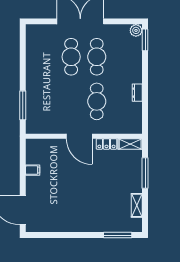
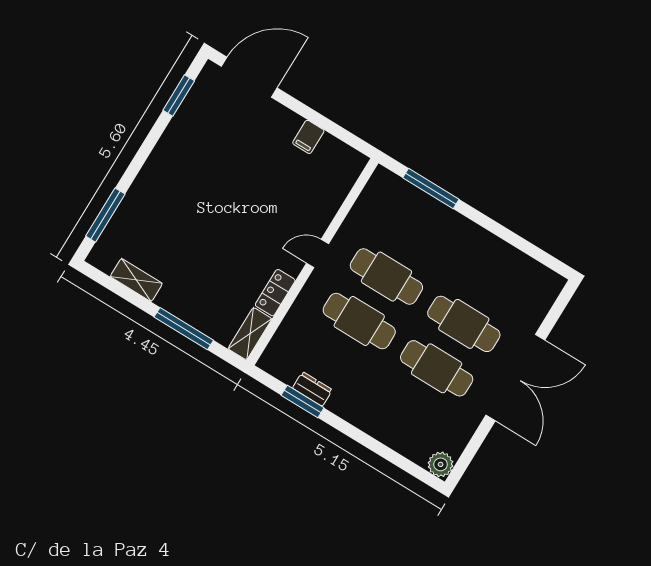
window: (145, 40) -> (303, 401), moved
dresser: (137, 93) -> (312, 389), moved
cafe table: (71, 101) -> (386, 277), added
door: (79, 136) -> (317, 254), width x0.53
window: (49, 235) -> (179, 95), added

